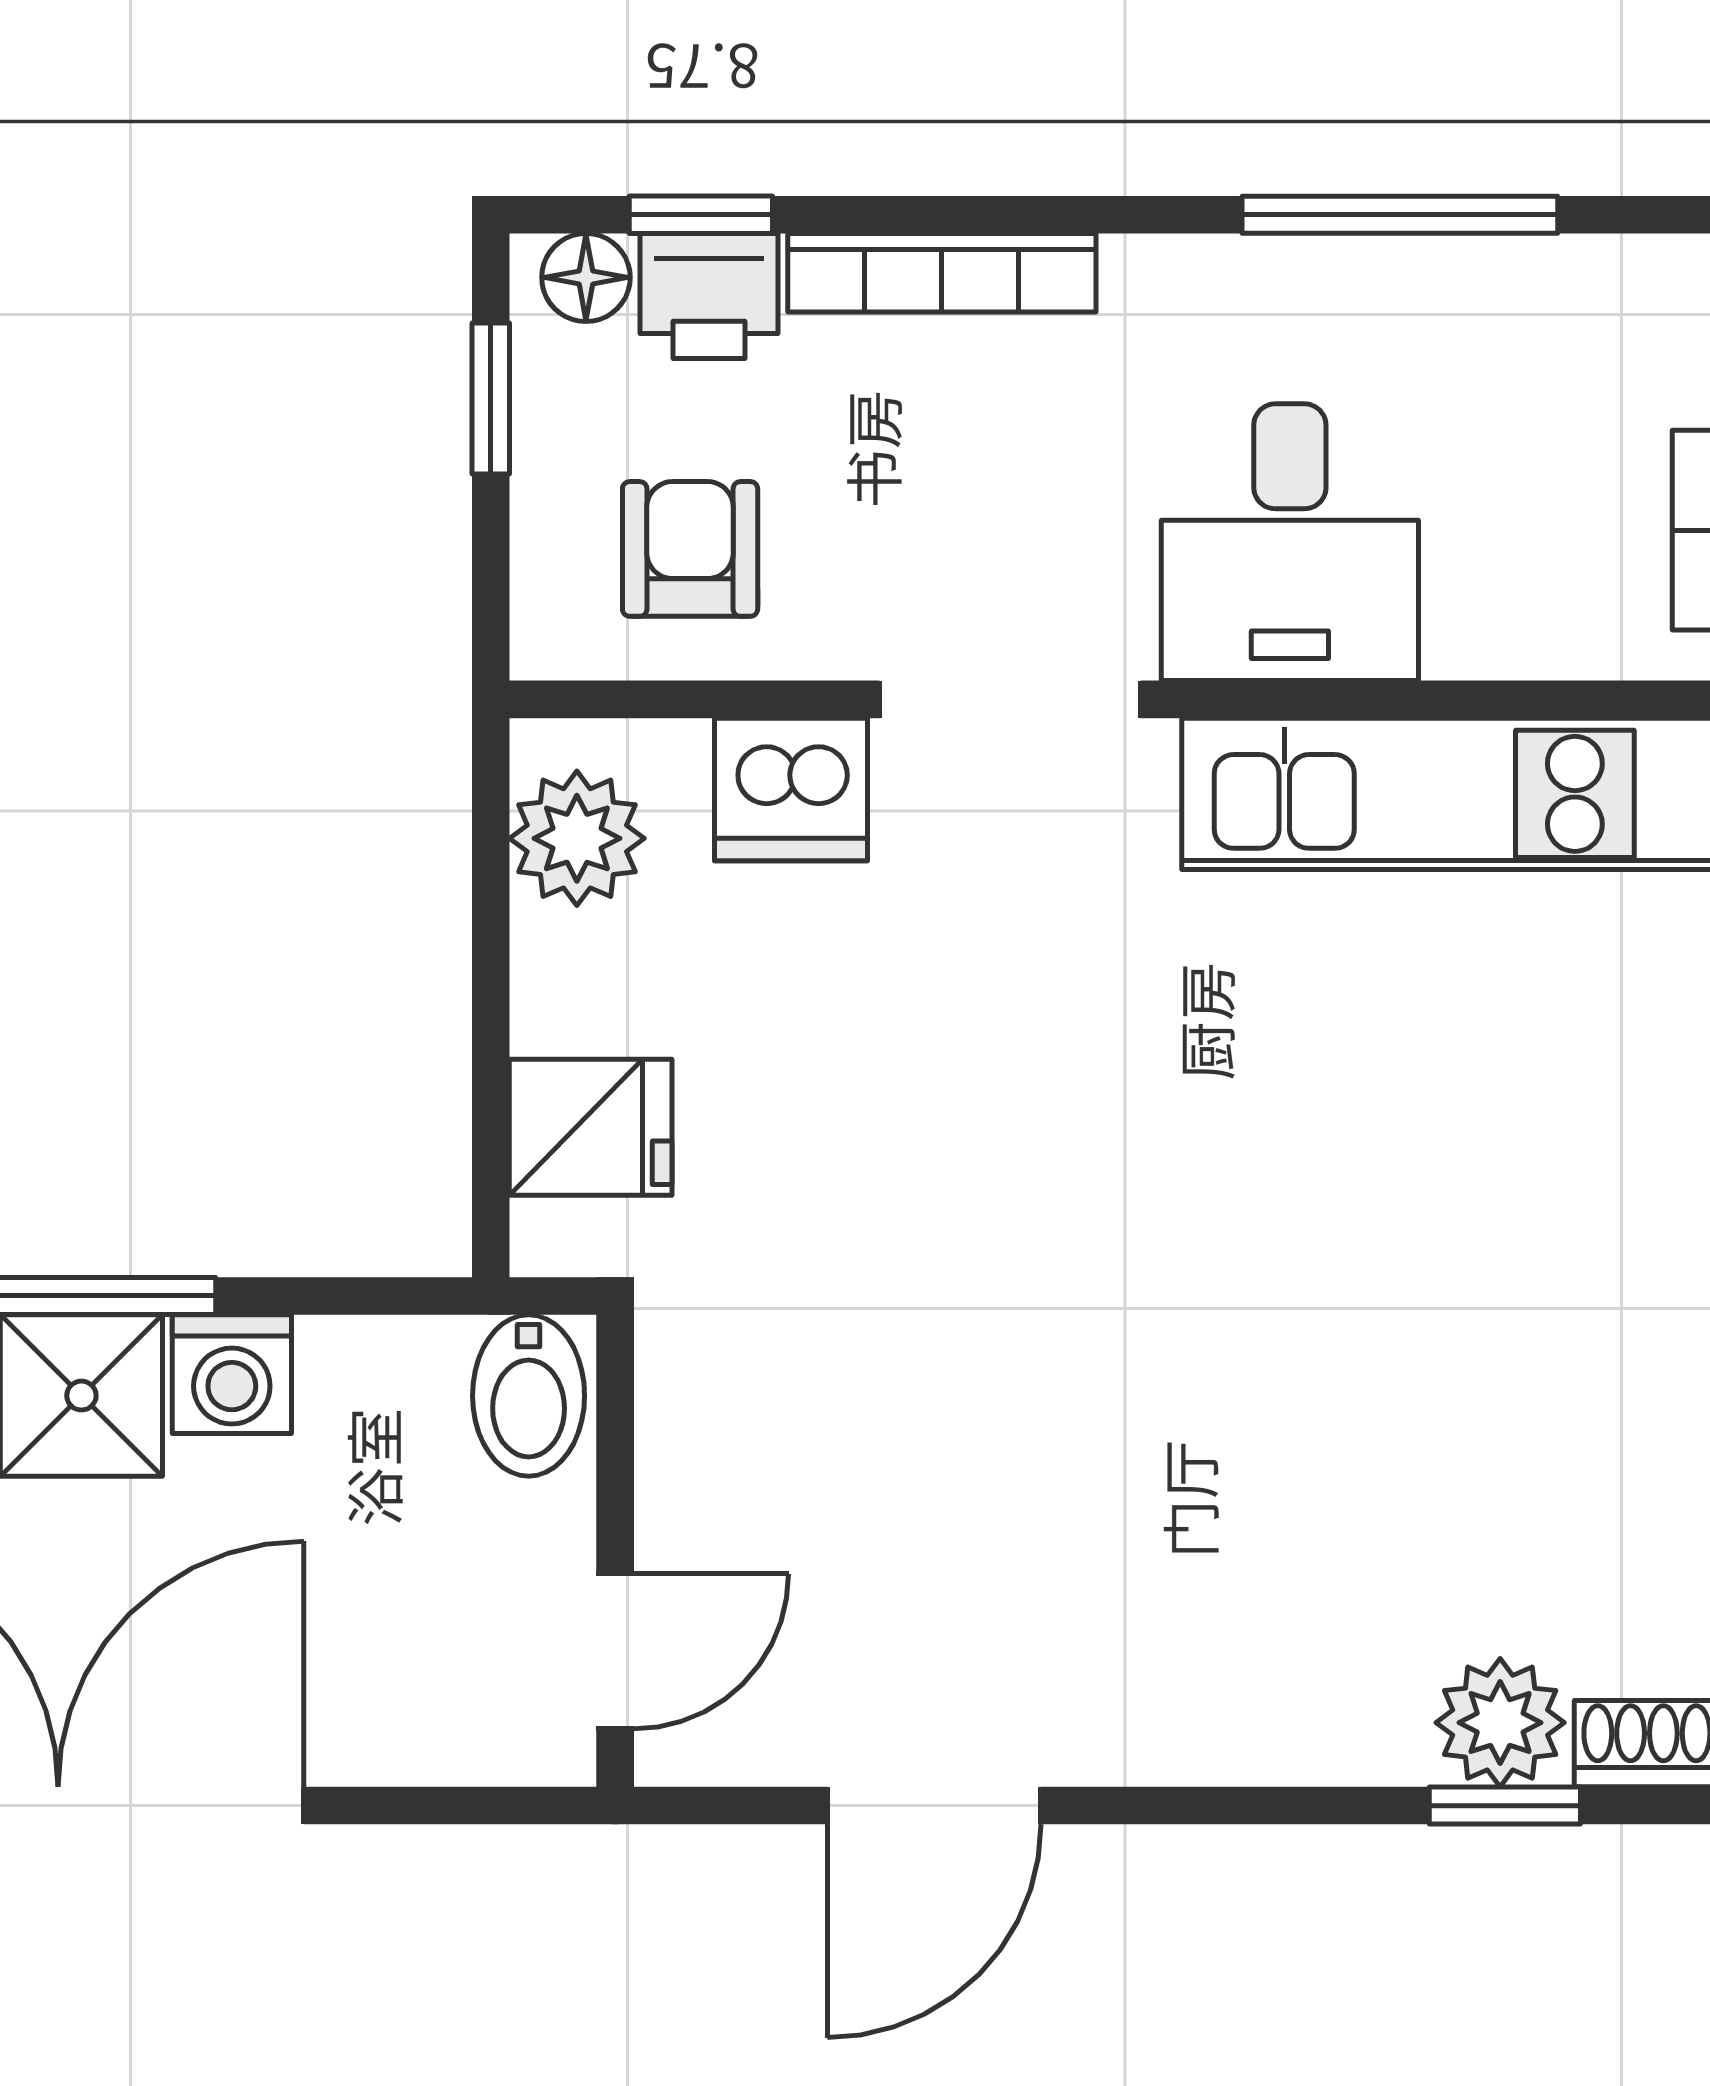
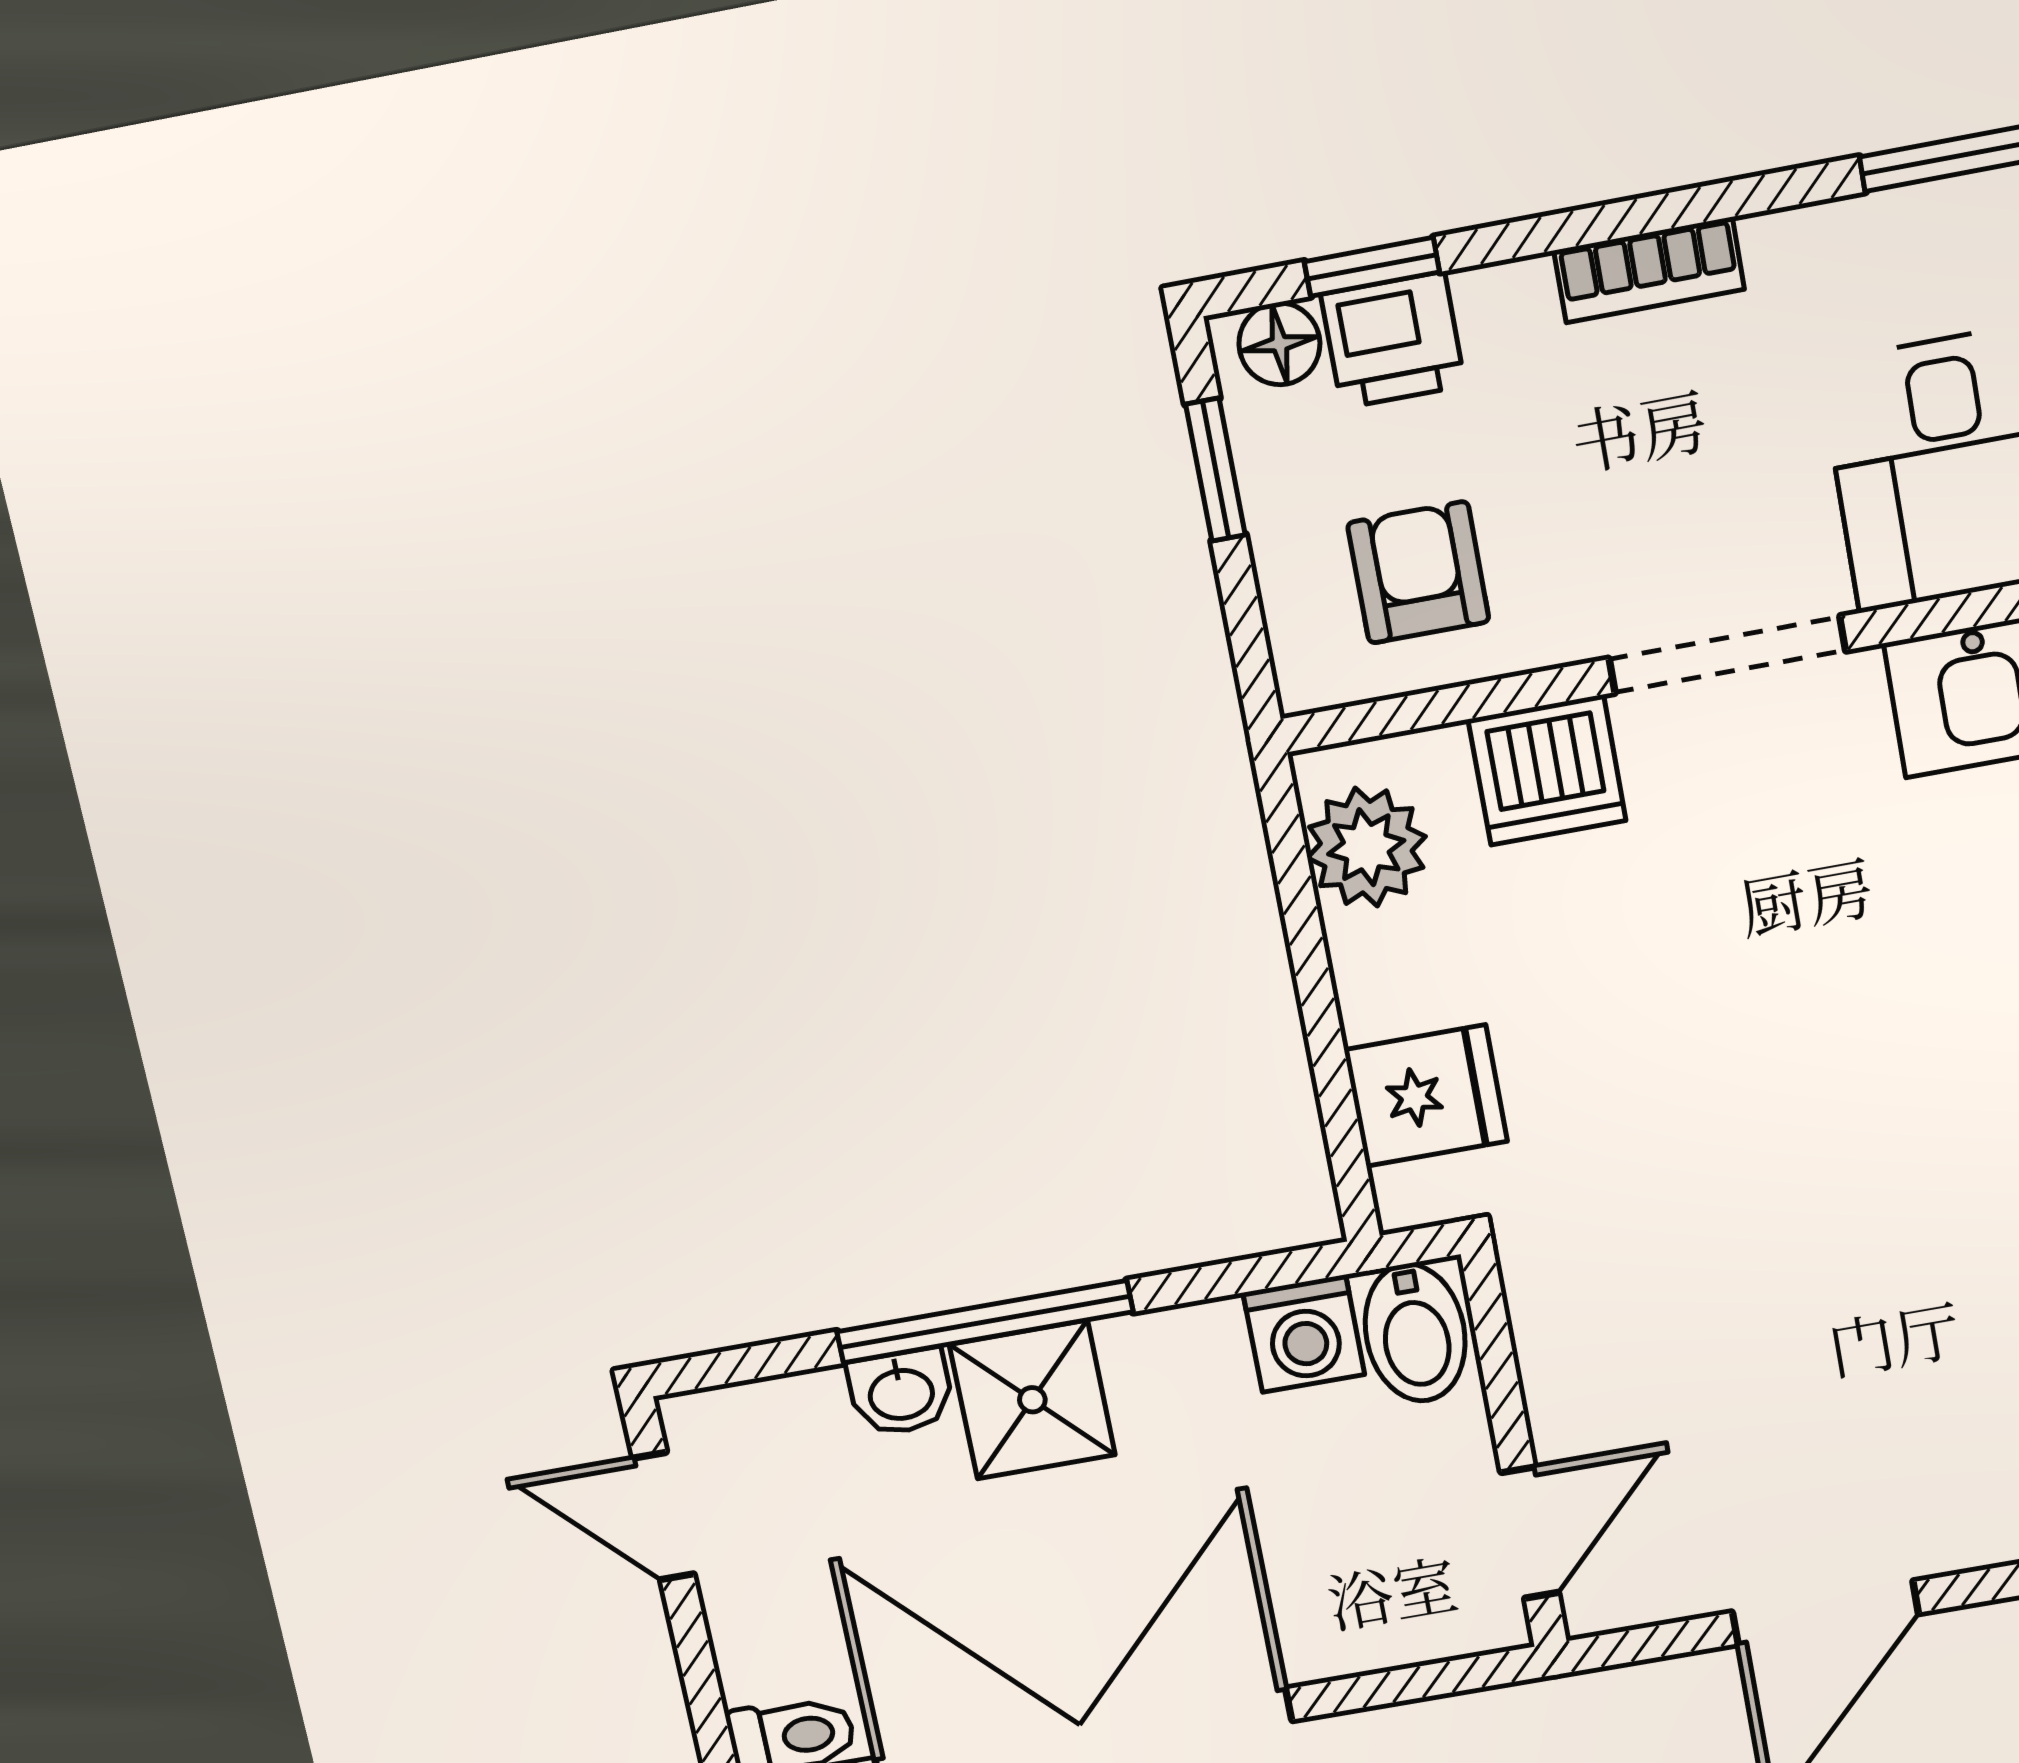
bookcase: (942, 273) -> (1649, 270), width x0.64
washing machine: (232, 1374) -> (1304, 1334), moved

